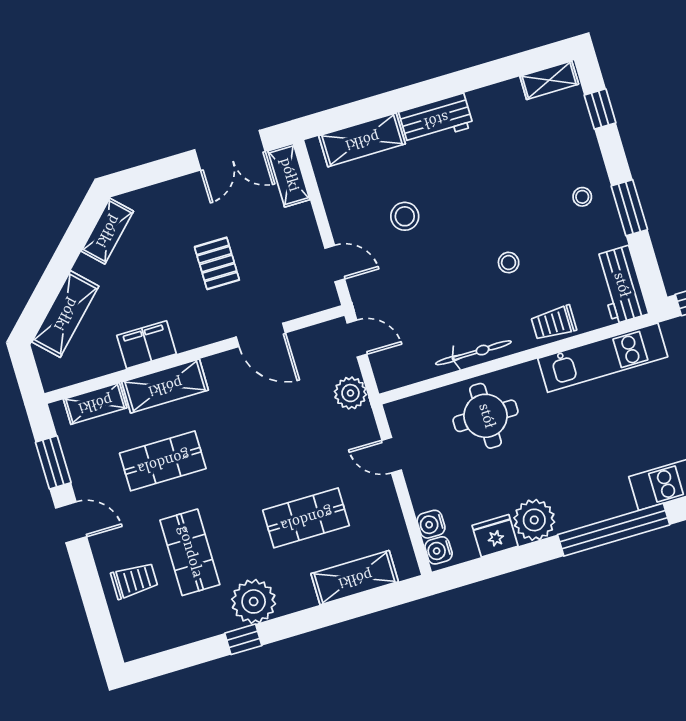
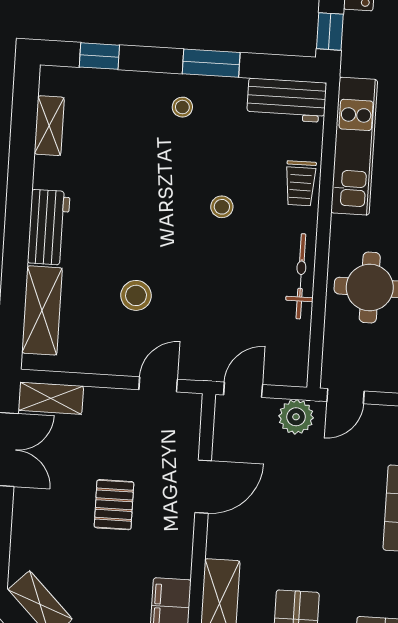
shelving: (549, 80) -> (49, 126), moved
pallet: (217, 263) -> (114, 505), turned 90
door: (392, 455) -> (345, 396), moved

